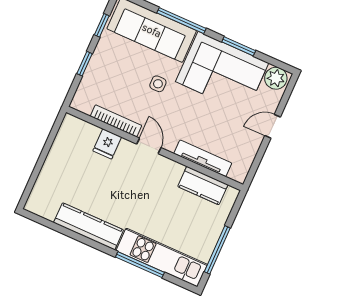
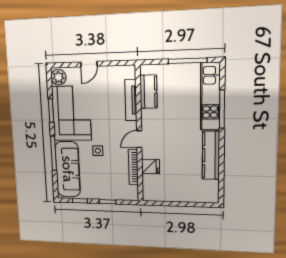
door: (273, 126) -> (89, 64), hinge flipped

